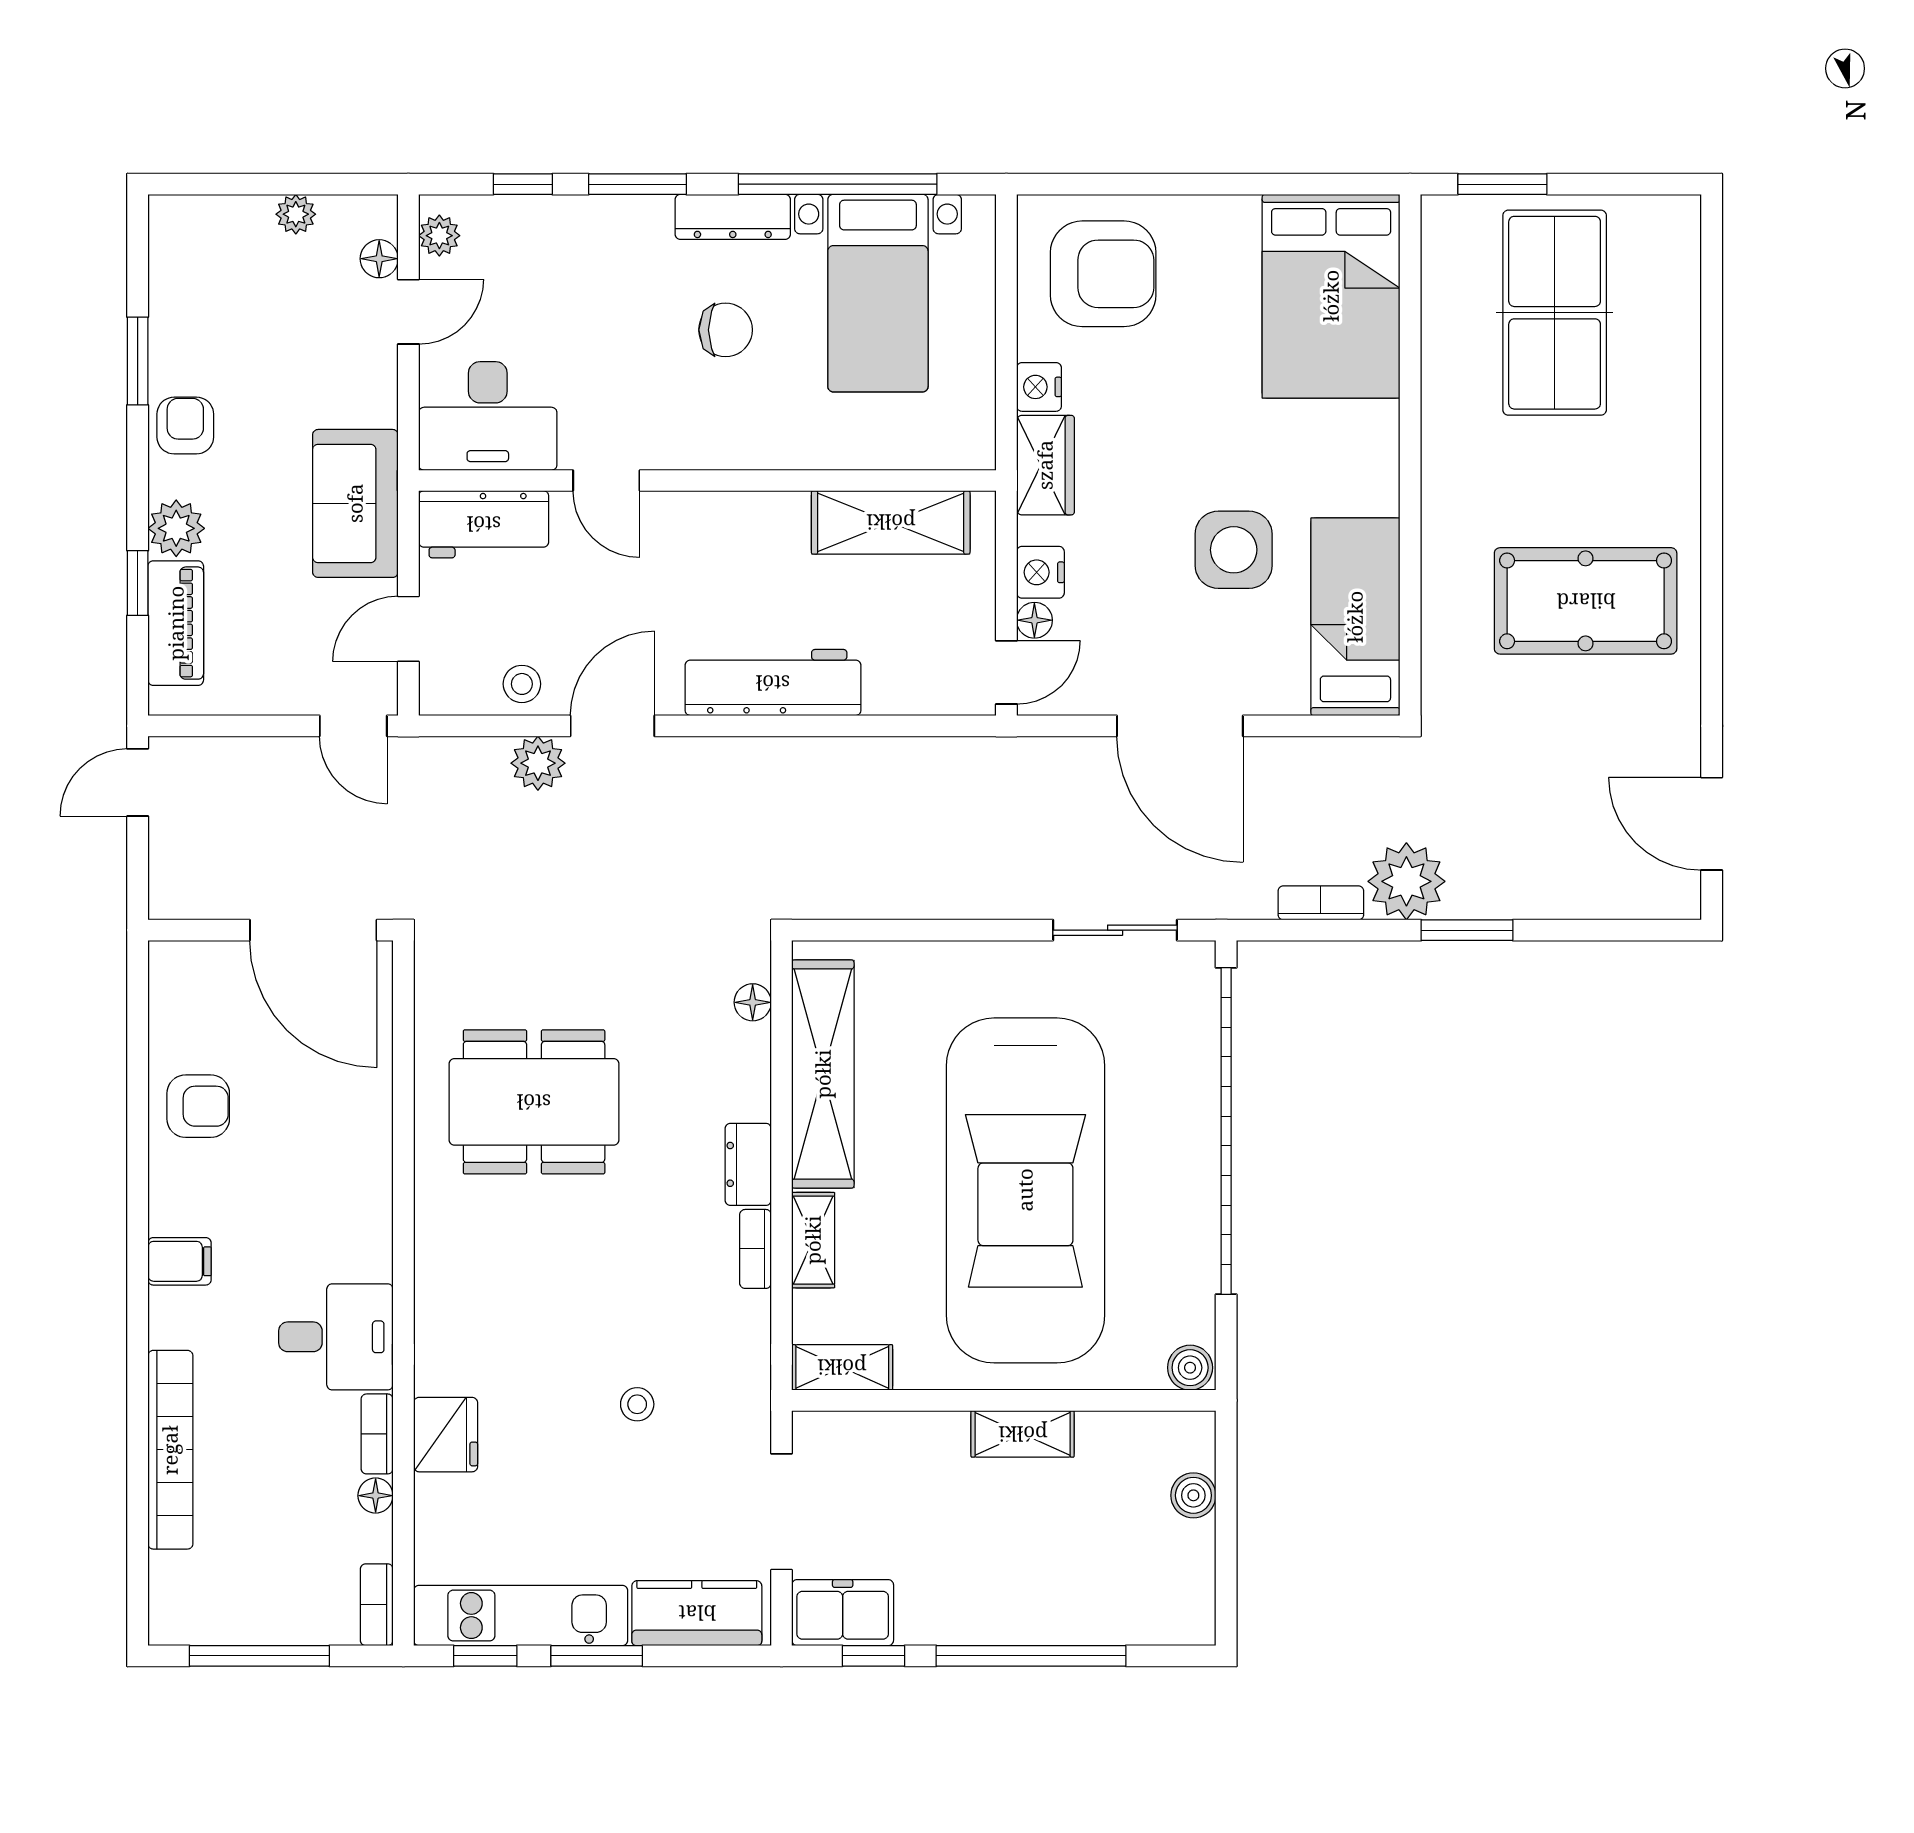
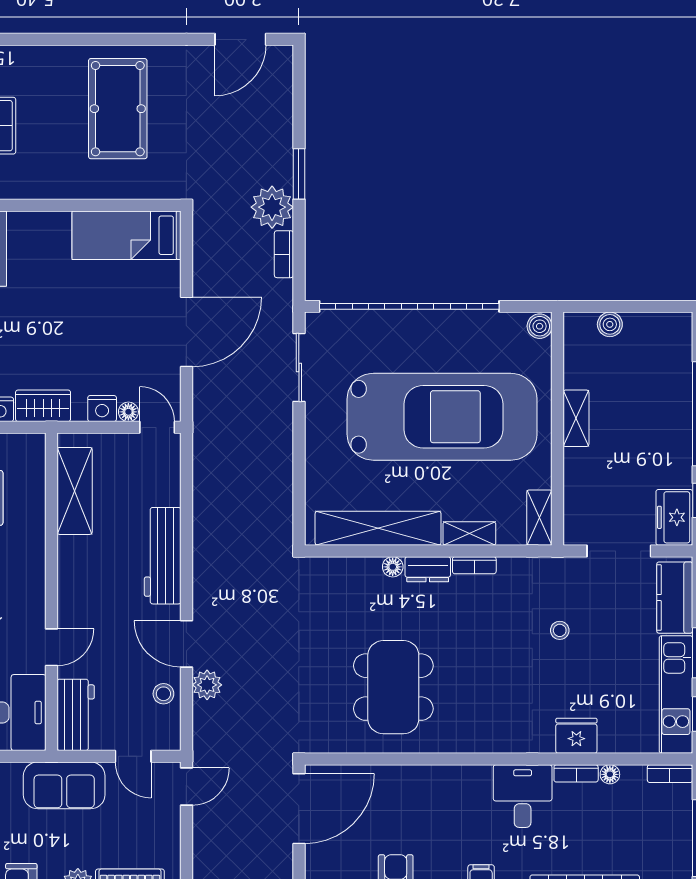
side table: (1234, 550) -> (90, 302), removed
floor lamp: (753, 1002) -> (393, 567), moved

